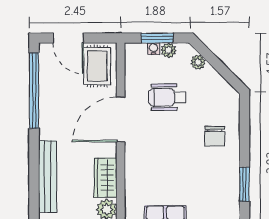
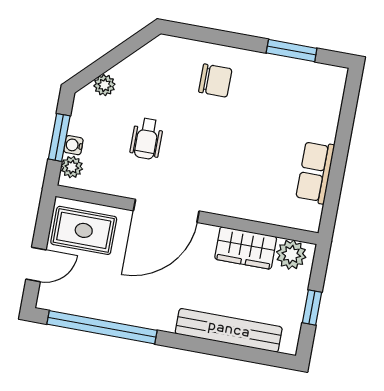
door: (68, 38) -> (36, 265), width x0.73
plant: (168, 50) -> (72, 167), moved
wheelchair: (167, 97) -> (147, 139), width x0.73, depth x0.73
door: (121, 119) -> (166, 211), hinge flipped

